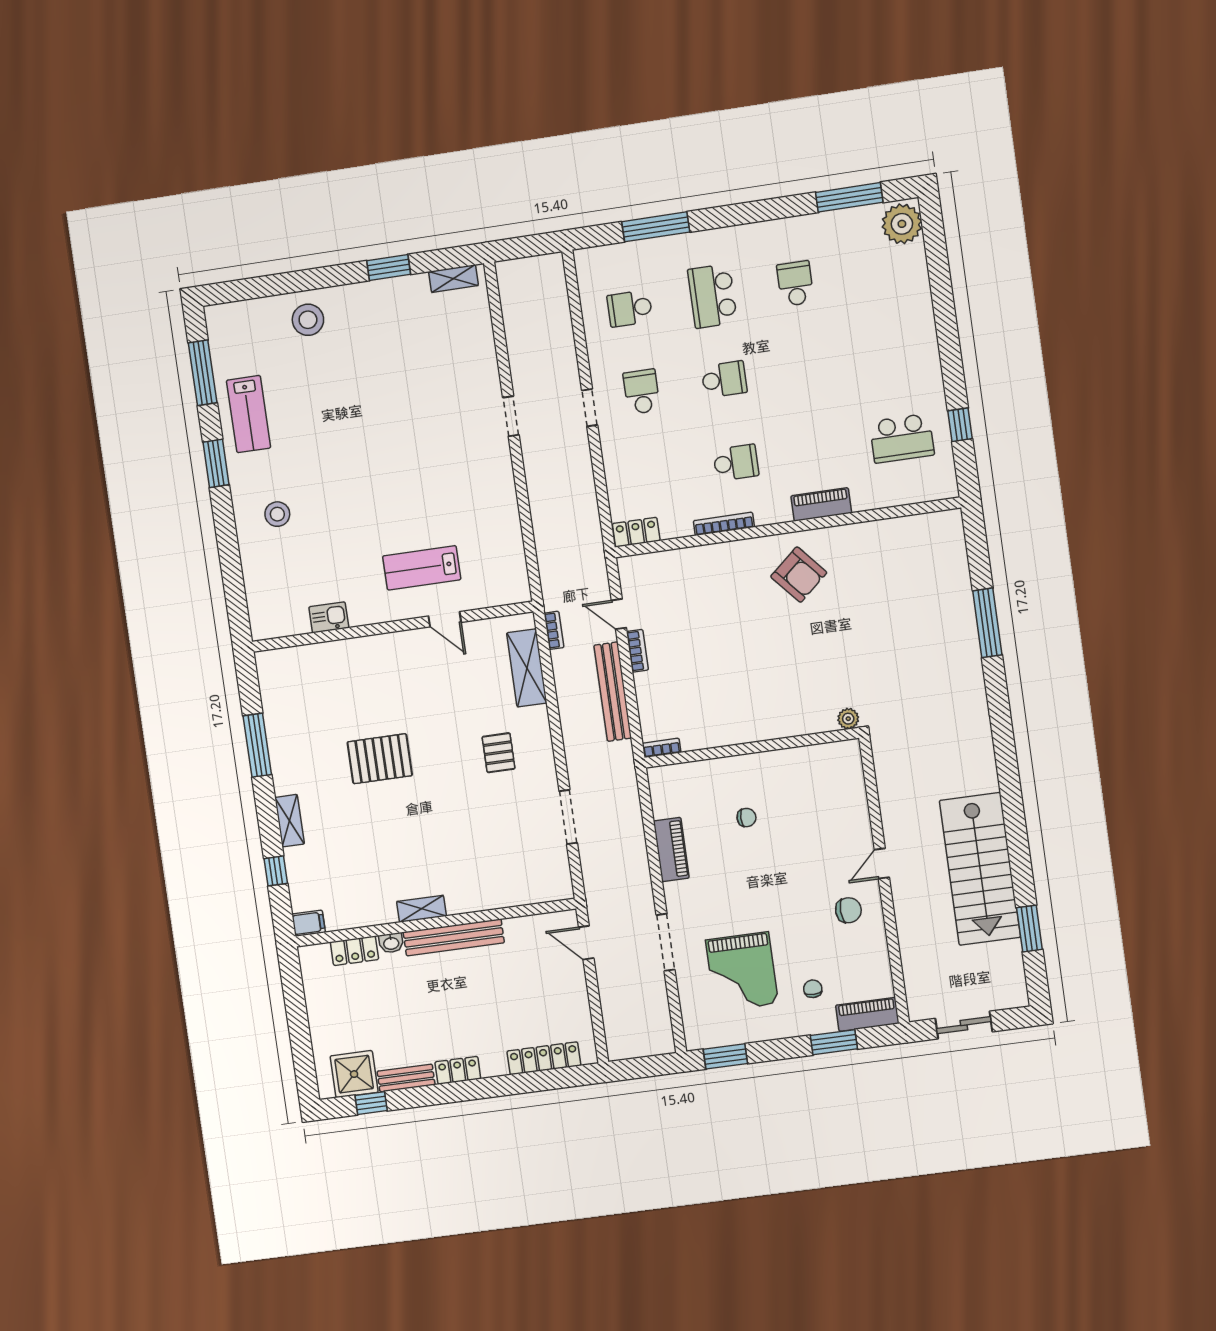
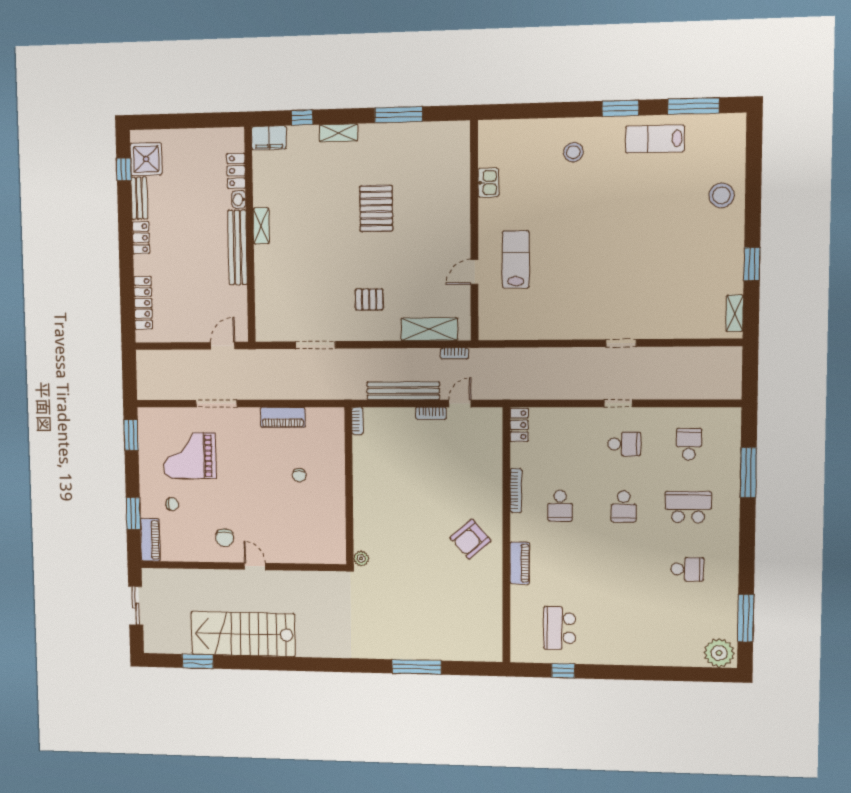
filing cabinet: (309, 923) -> (269, 138), width x2.00

